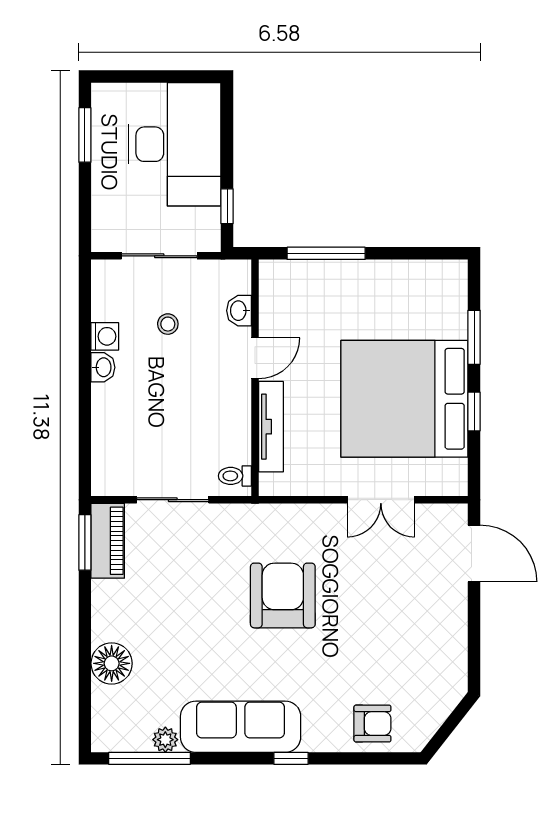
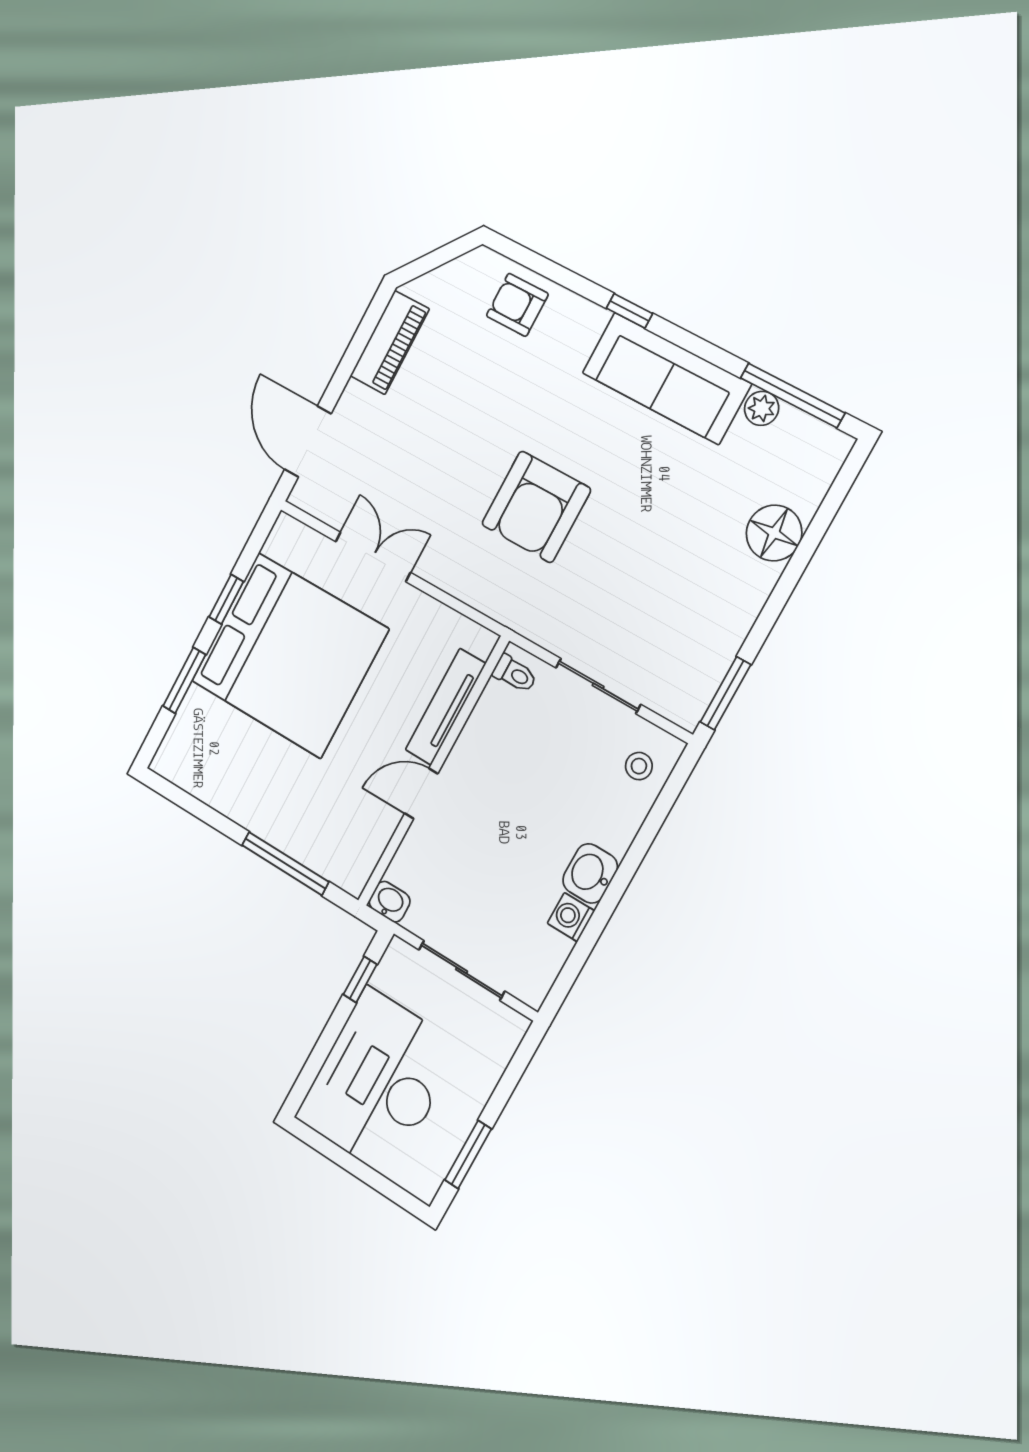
washbasin: (239, 311) -> (390, 902), moved, turned -90
stool: (168, 324) -> (639, 766), moved
washbasin: (103, 367) -> (590, 873), width x1.38, depth x1.45
piano: (108, 541) -> (390, 342), moved, turned 180

